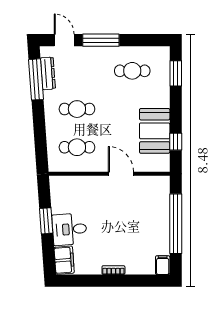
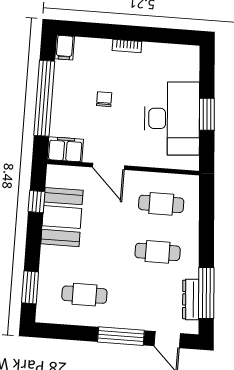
chair: (128, 227) -> (104, 99), added
desk: (69, 229) -> (172, 118), width x1.87, depth x1.30
filing cabinet: (64, 260) -> (65, 149), moved, turned 94

